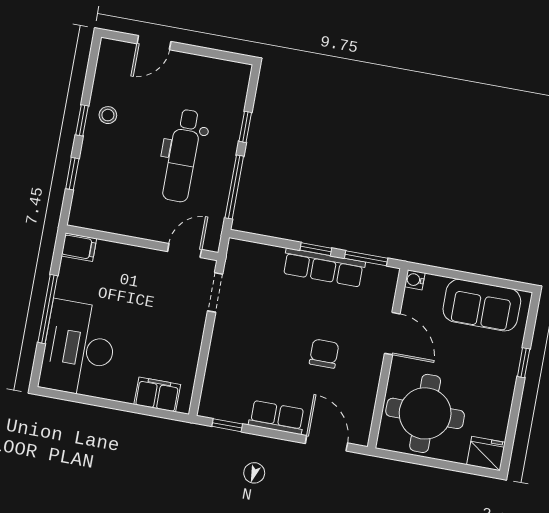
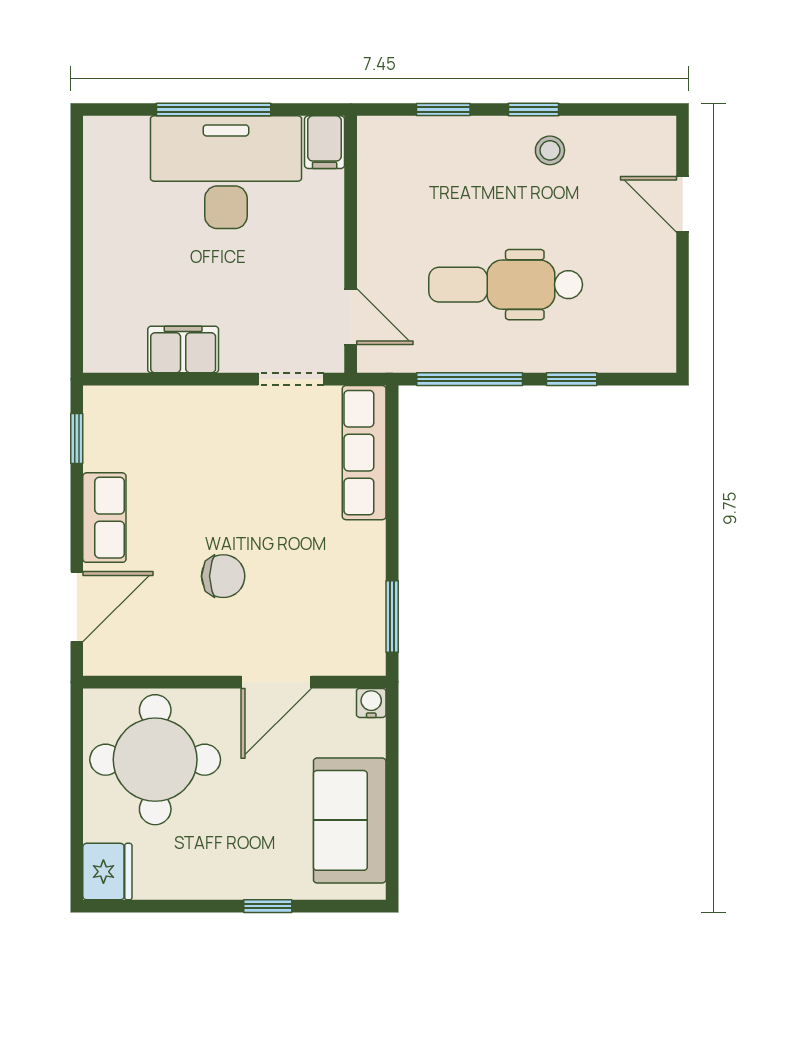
window: (316, 249) -> (392, 531), removed
row of seats: (324, 268) -> (364, 453), moved
desk: (79, 348) -> (226, 172), moved
filing cabinet: (157, 394) -> (183, 350), moved, turned -90

